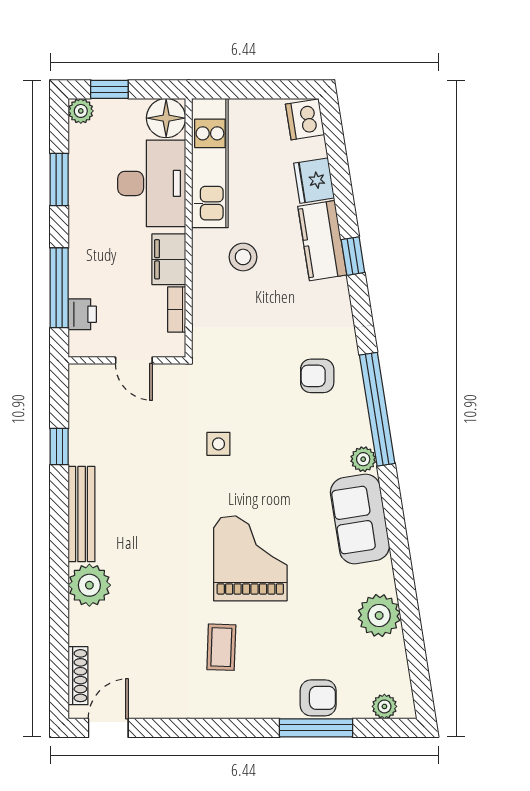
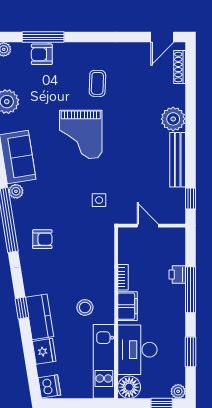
wall: (127, 360) -> (152, 226), moved
door: (134, 360) -> (148, 226), moved

